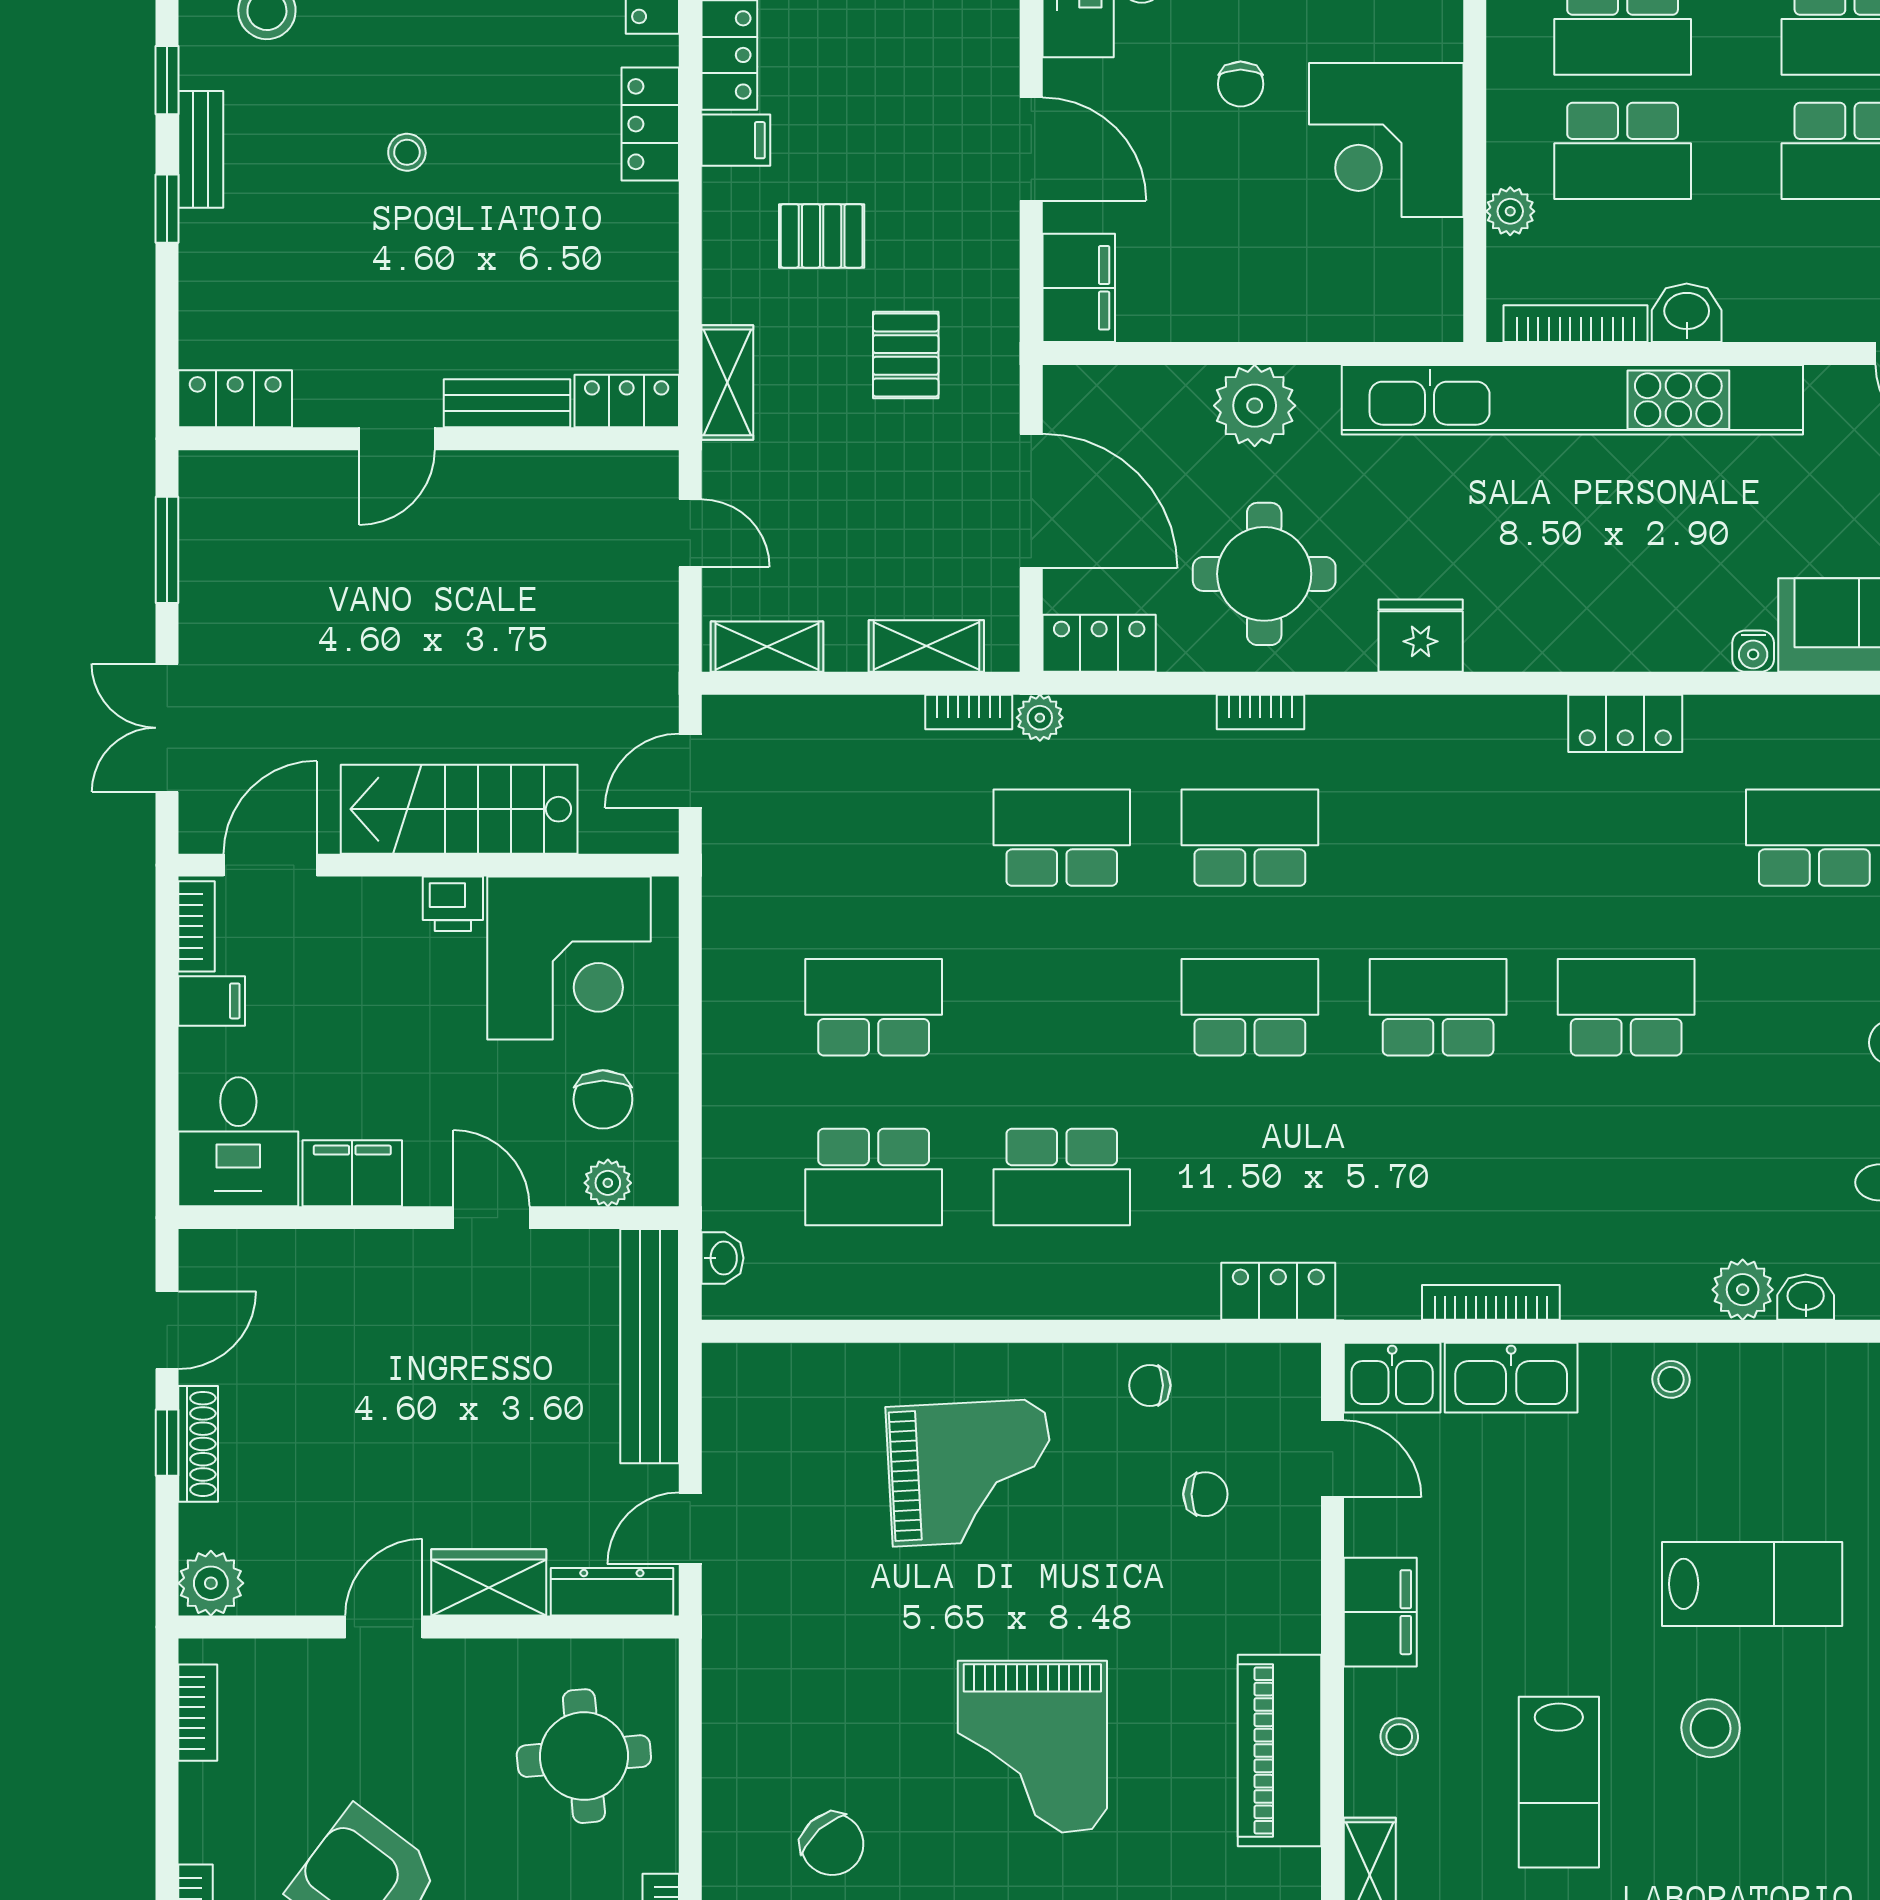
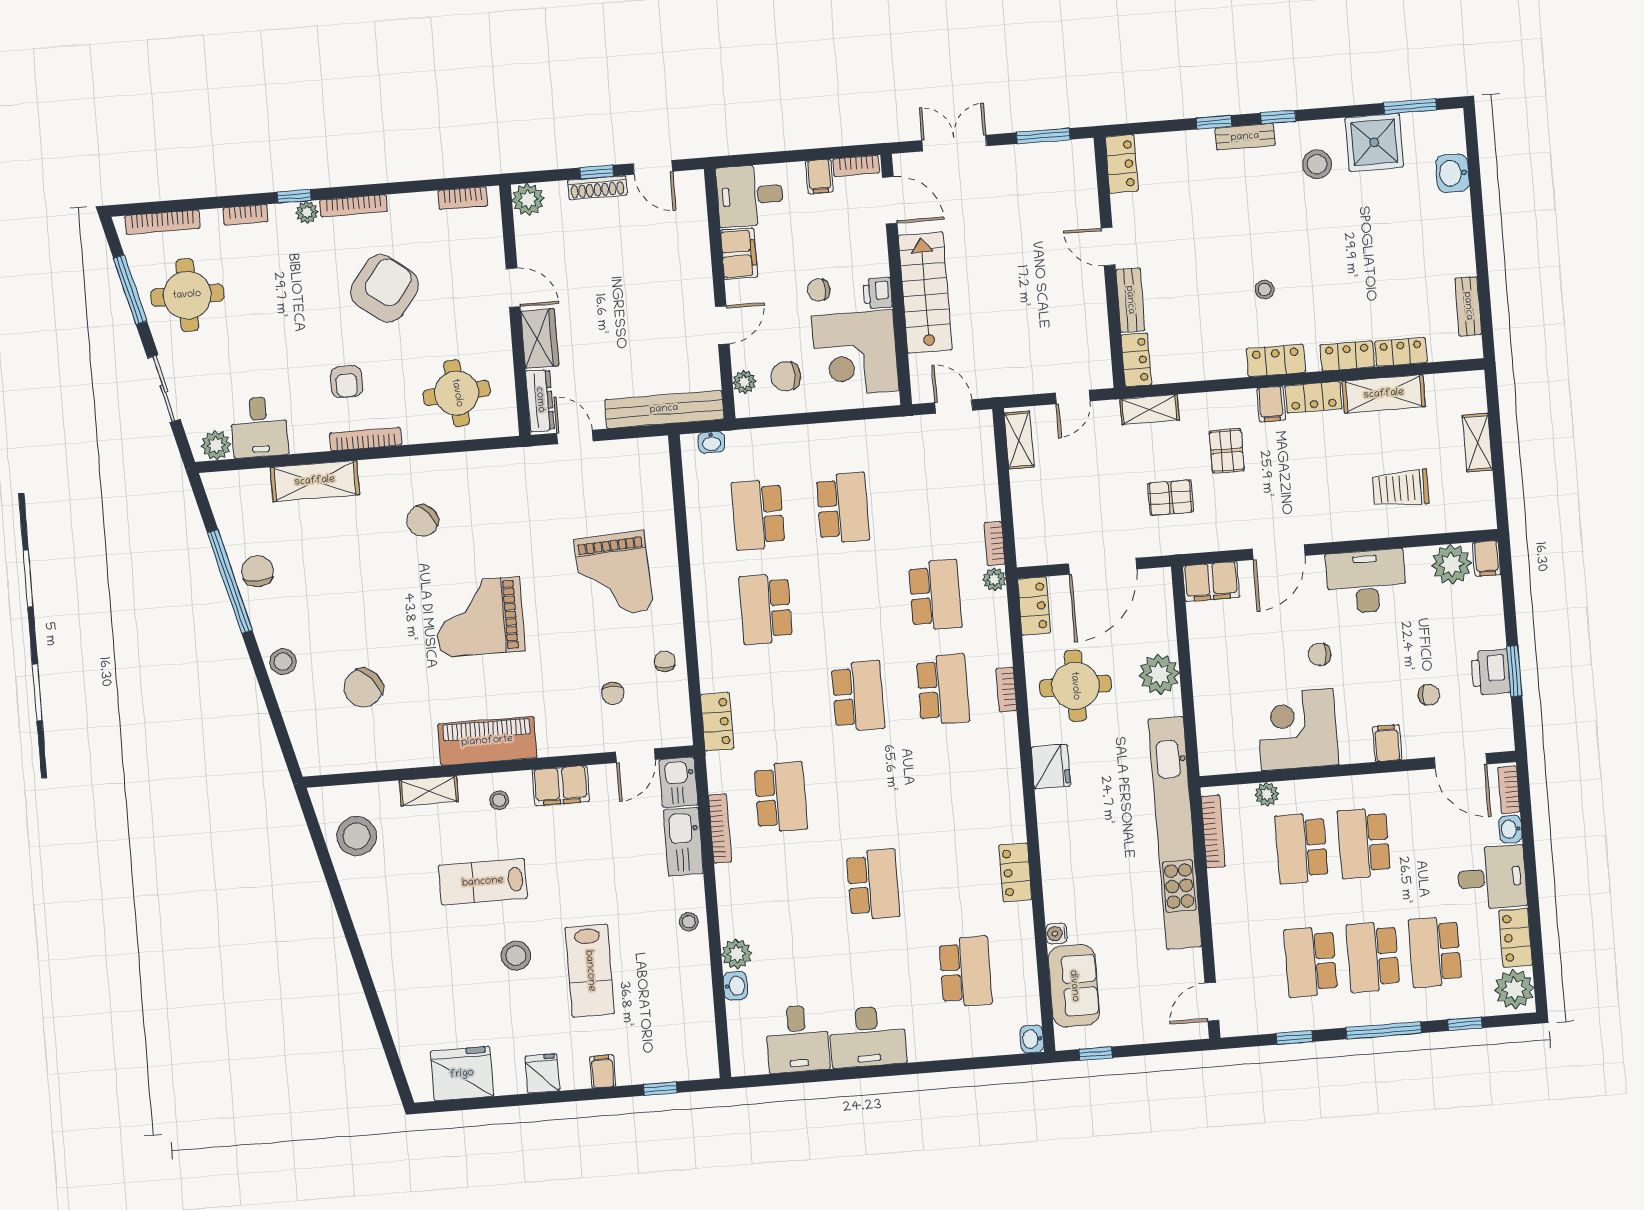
stool: (407, 152) -> (1265, 290), moved
washbasin: (1687, 313) -> (1223, 887), removed
shelving: (926, 646) -> (1026, 520), removed
school desk: (1438, 1007) -> (781, 797), moved
chair: (437, 1020) -> (819, 290), added

